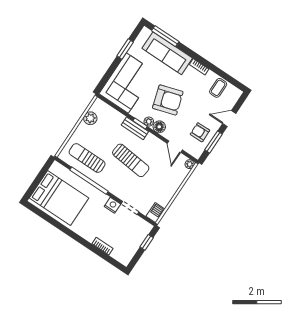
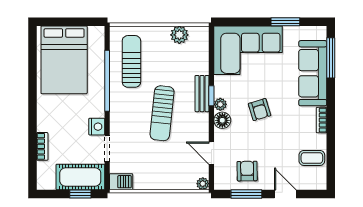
armchair: (168, 100) -> (260, 110), width x0.53, depth x0.53
door: (175, 147) -> (211, 153), hinge flipped
cot: (136, 235) -> (80, 177), added

